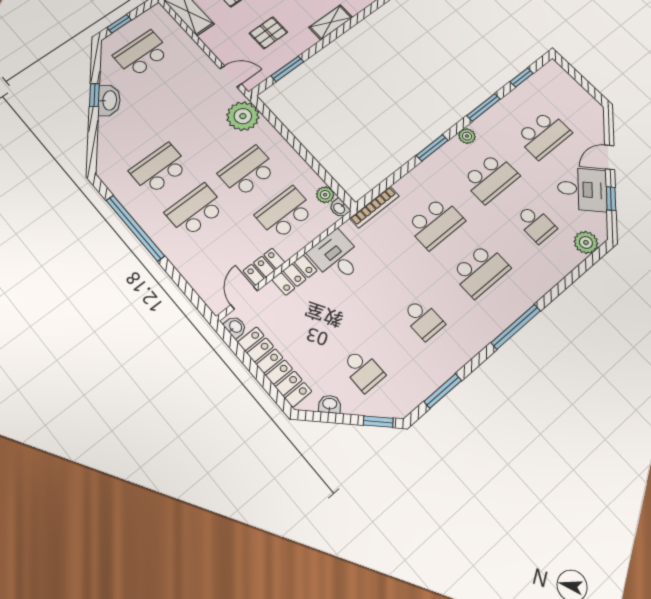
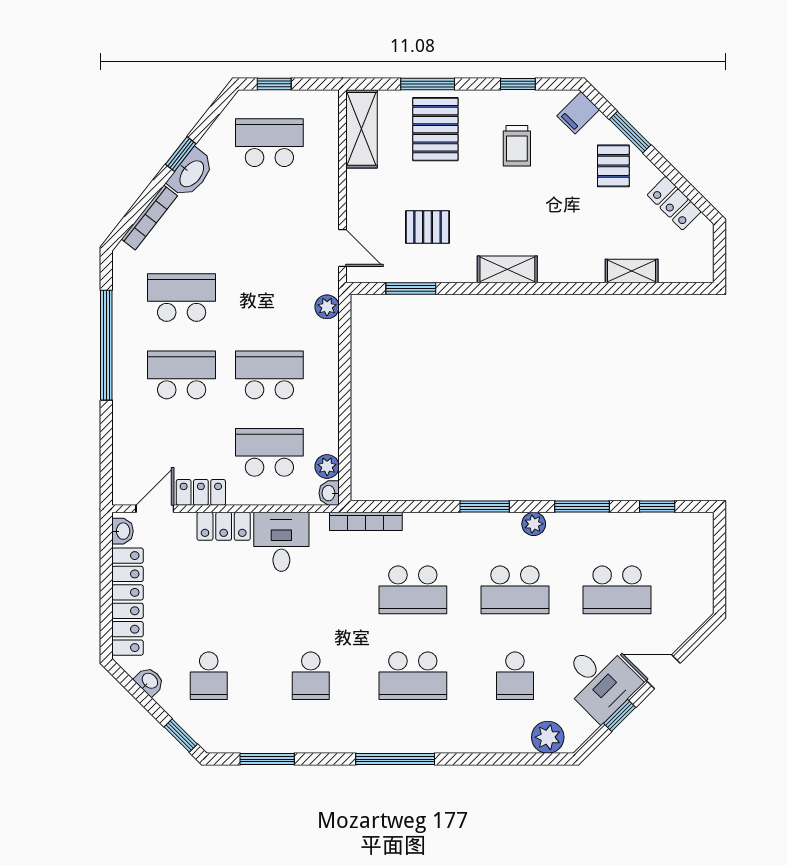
plant: (243, 116) -> (327, 307), width x0.53, depth x0.53
bookcase: (103, 140) -> (149, 217), added

